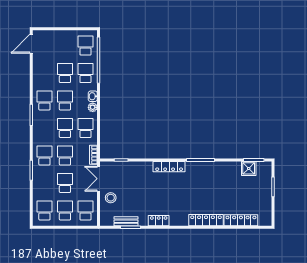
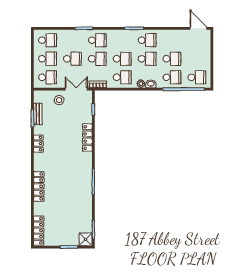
locker: (169, 167) -> (87, 138), moved
shower: (249, 168) -> (86, 239), moved
locker: (241, 220) -> (39, 231), moved

